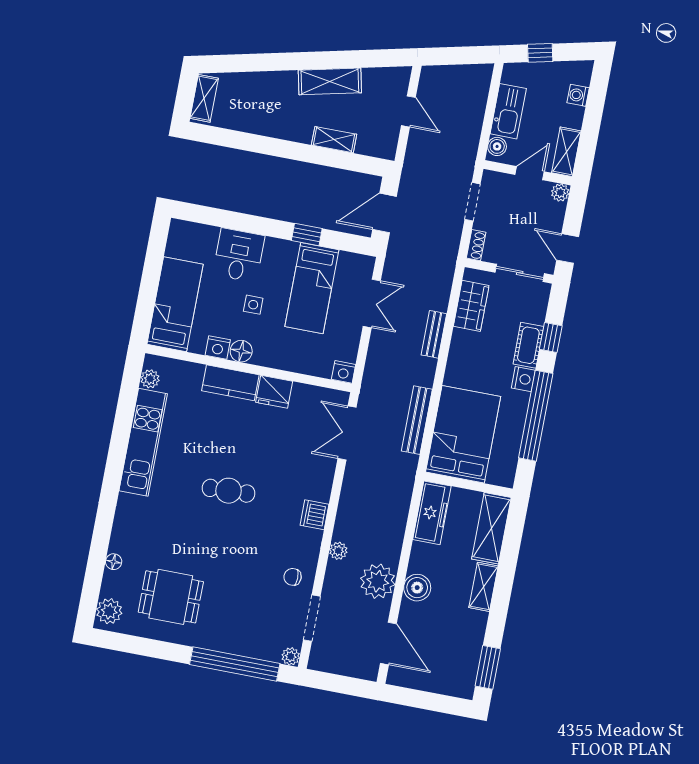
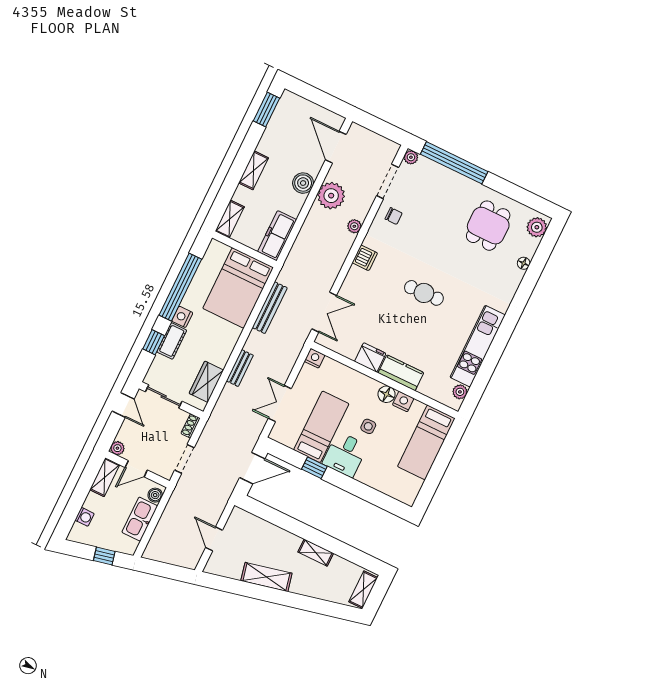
shelving: (334, 140) -> (316, 553), moved
desk: (239, 255) -> (345, 454), moved
shelving: (491, 528) -> (230, 219), width x0.67, depth x0.75
dining table: (171, 597) -> (488, 226), turned 90

